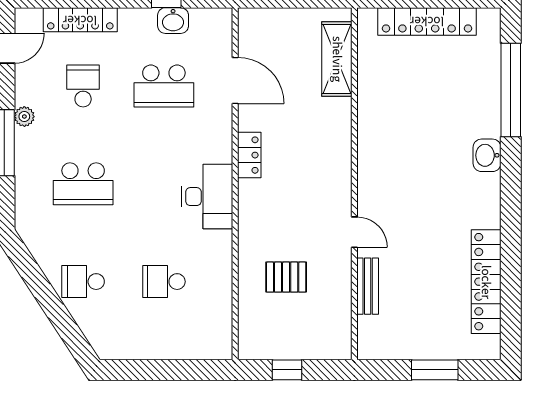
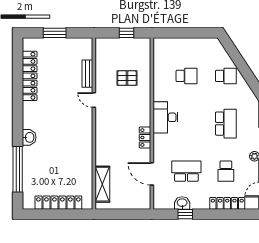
school desk: (83, 184) -> (226, 124), turned 90

